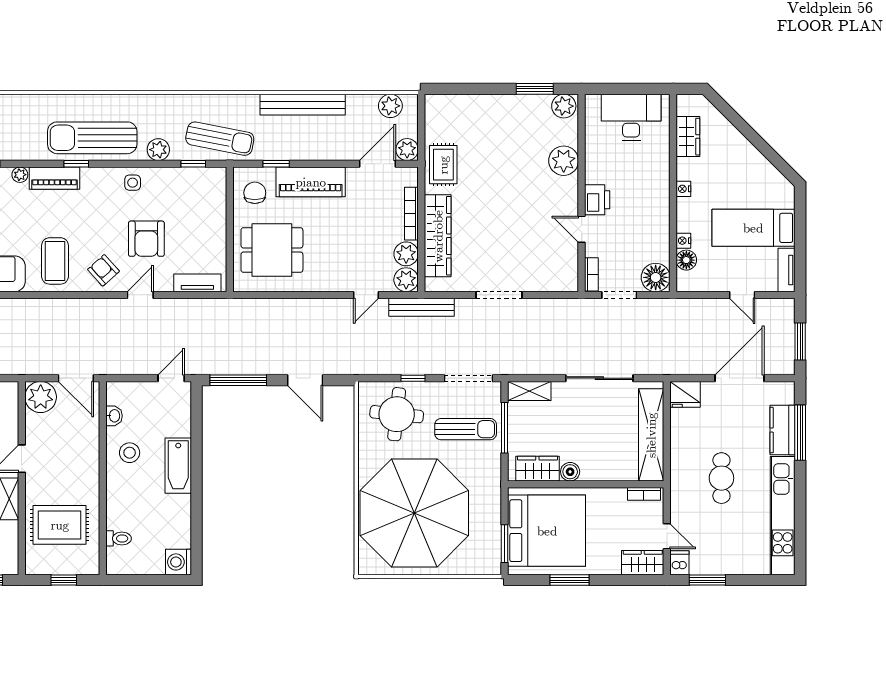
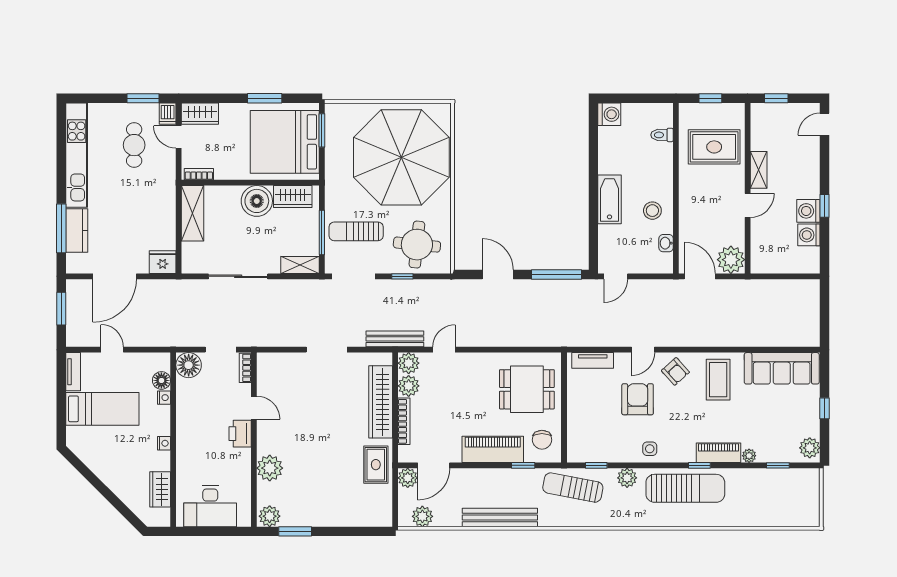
shelving: (651, 435) -> (193, 213), width x0.68
boiler: (570, 472) -> (257, 201), width x1.86, depth x1.86
cafe table: (721, 478) -> (134, 145), moved

